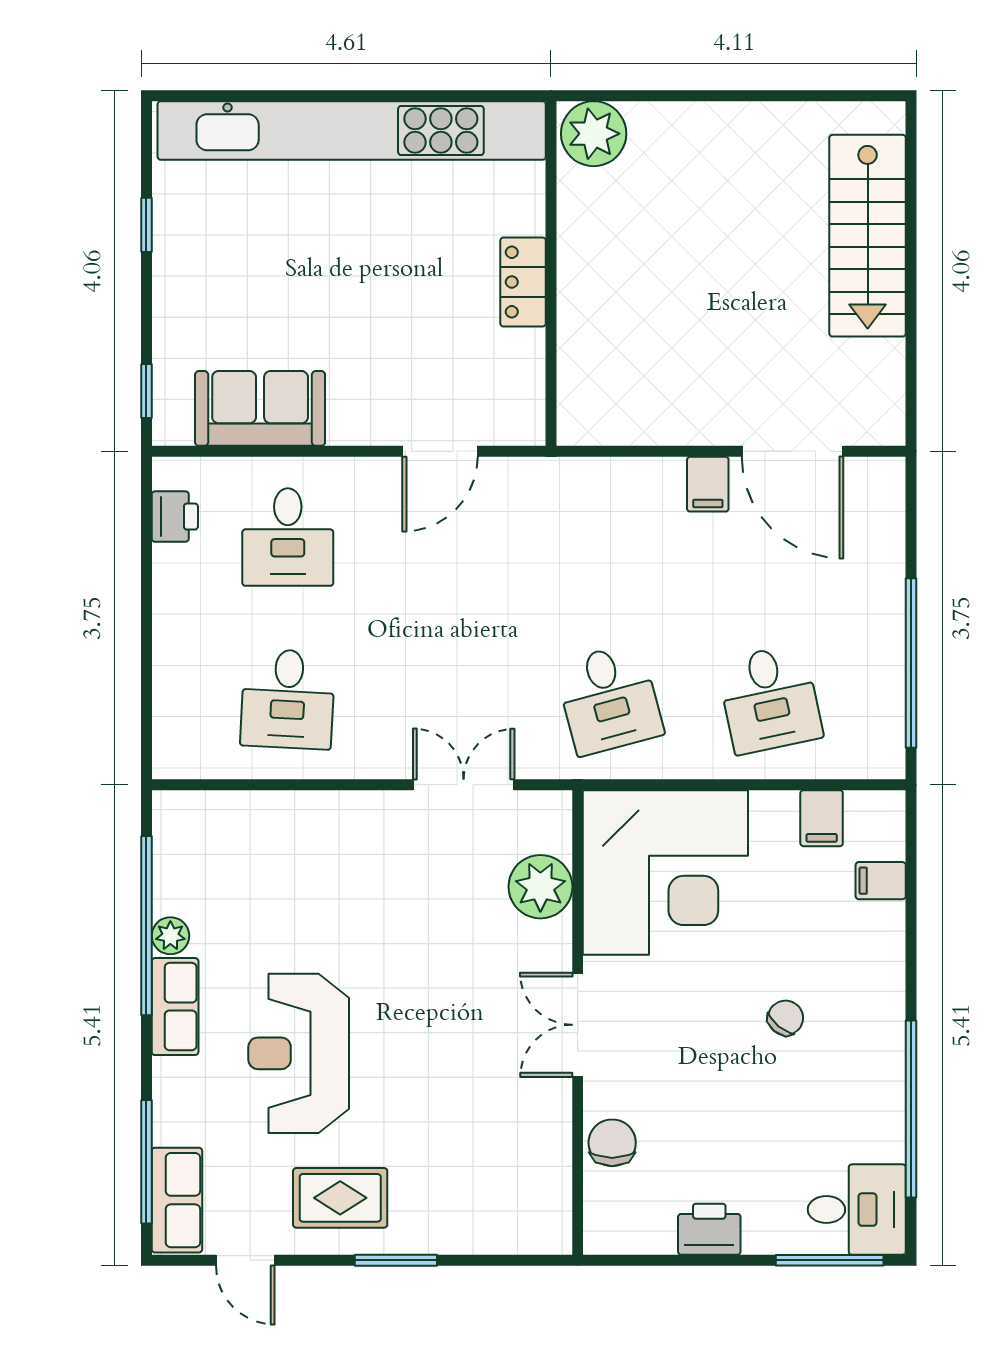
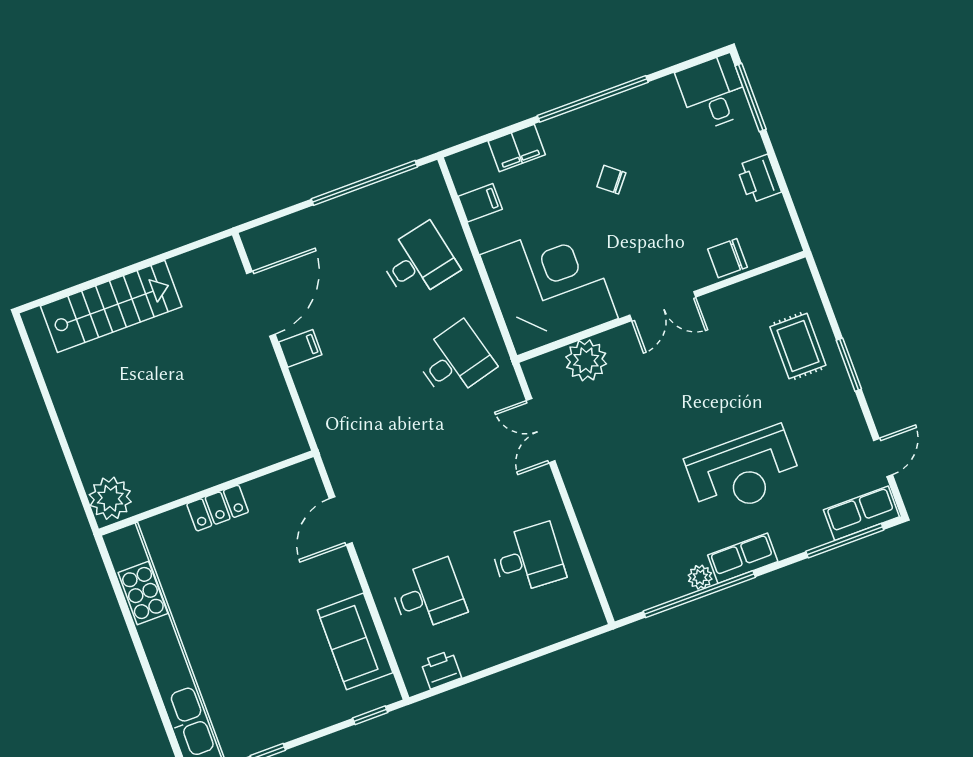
door: (440, 451) -> (341, 521), swing flipped
filing cabinet: (881, 881) -> (517, 148), width x2.00
window: (911, 1109) -> (593, 99), moved
rug: (340, 1198) -> (798, 346), moved

